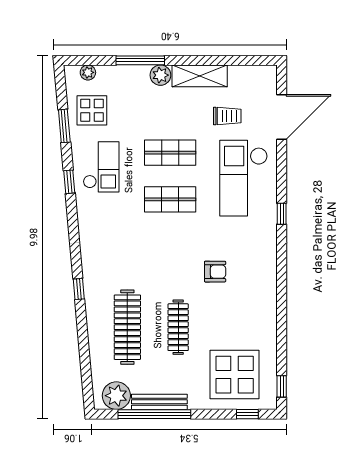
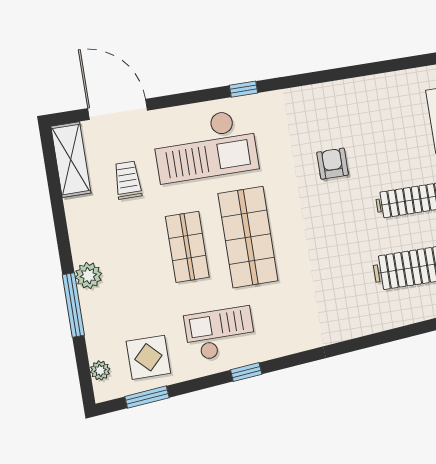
shelving: (200, 76) -> (71, 160), moved
window: (64, 126) -> (147, 397), moved
shop shelf: (170, 199) -> (248, 237), width x1.43, depth x1.36
window: (79, 289) -> (384, 337), removed

